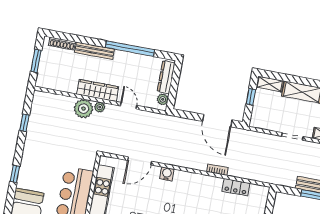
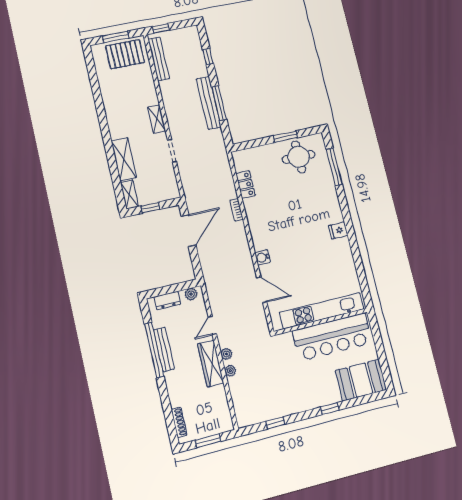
bench: (95, 51) -> (164, 349), moved
dresser: (166, 77) -> (167, 300), width x0.70
plant: (84, 109) -> (230, 371), width x0.53, depth x0.53

